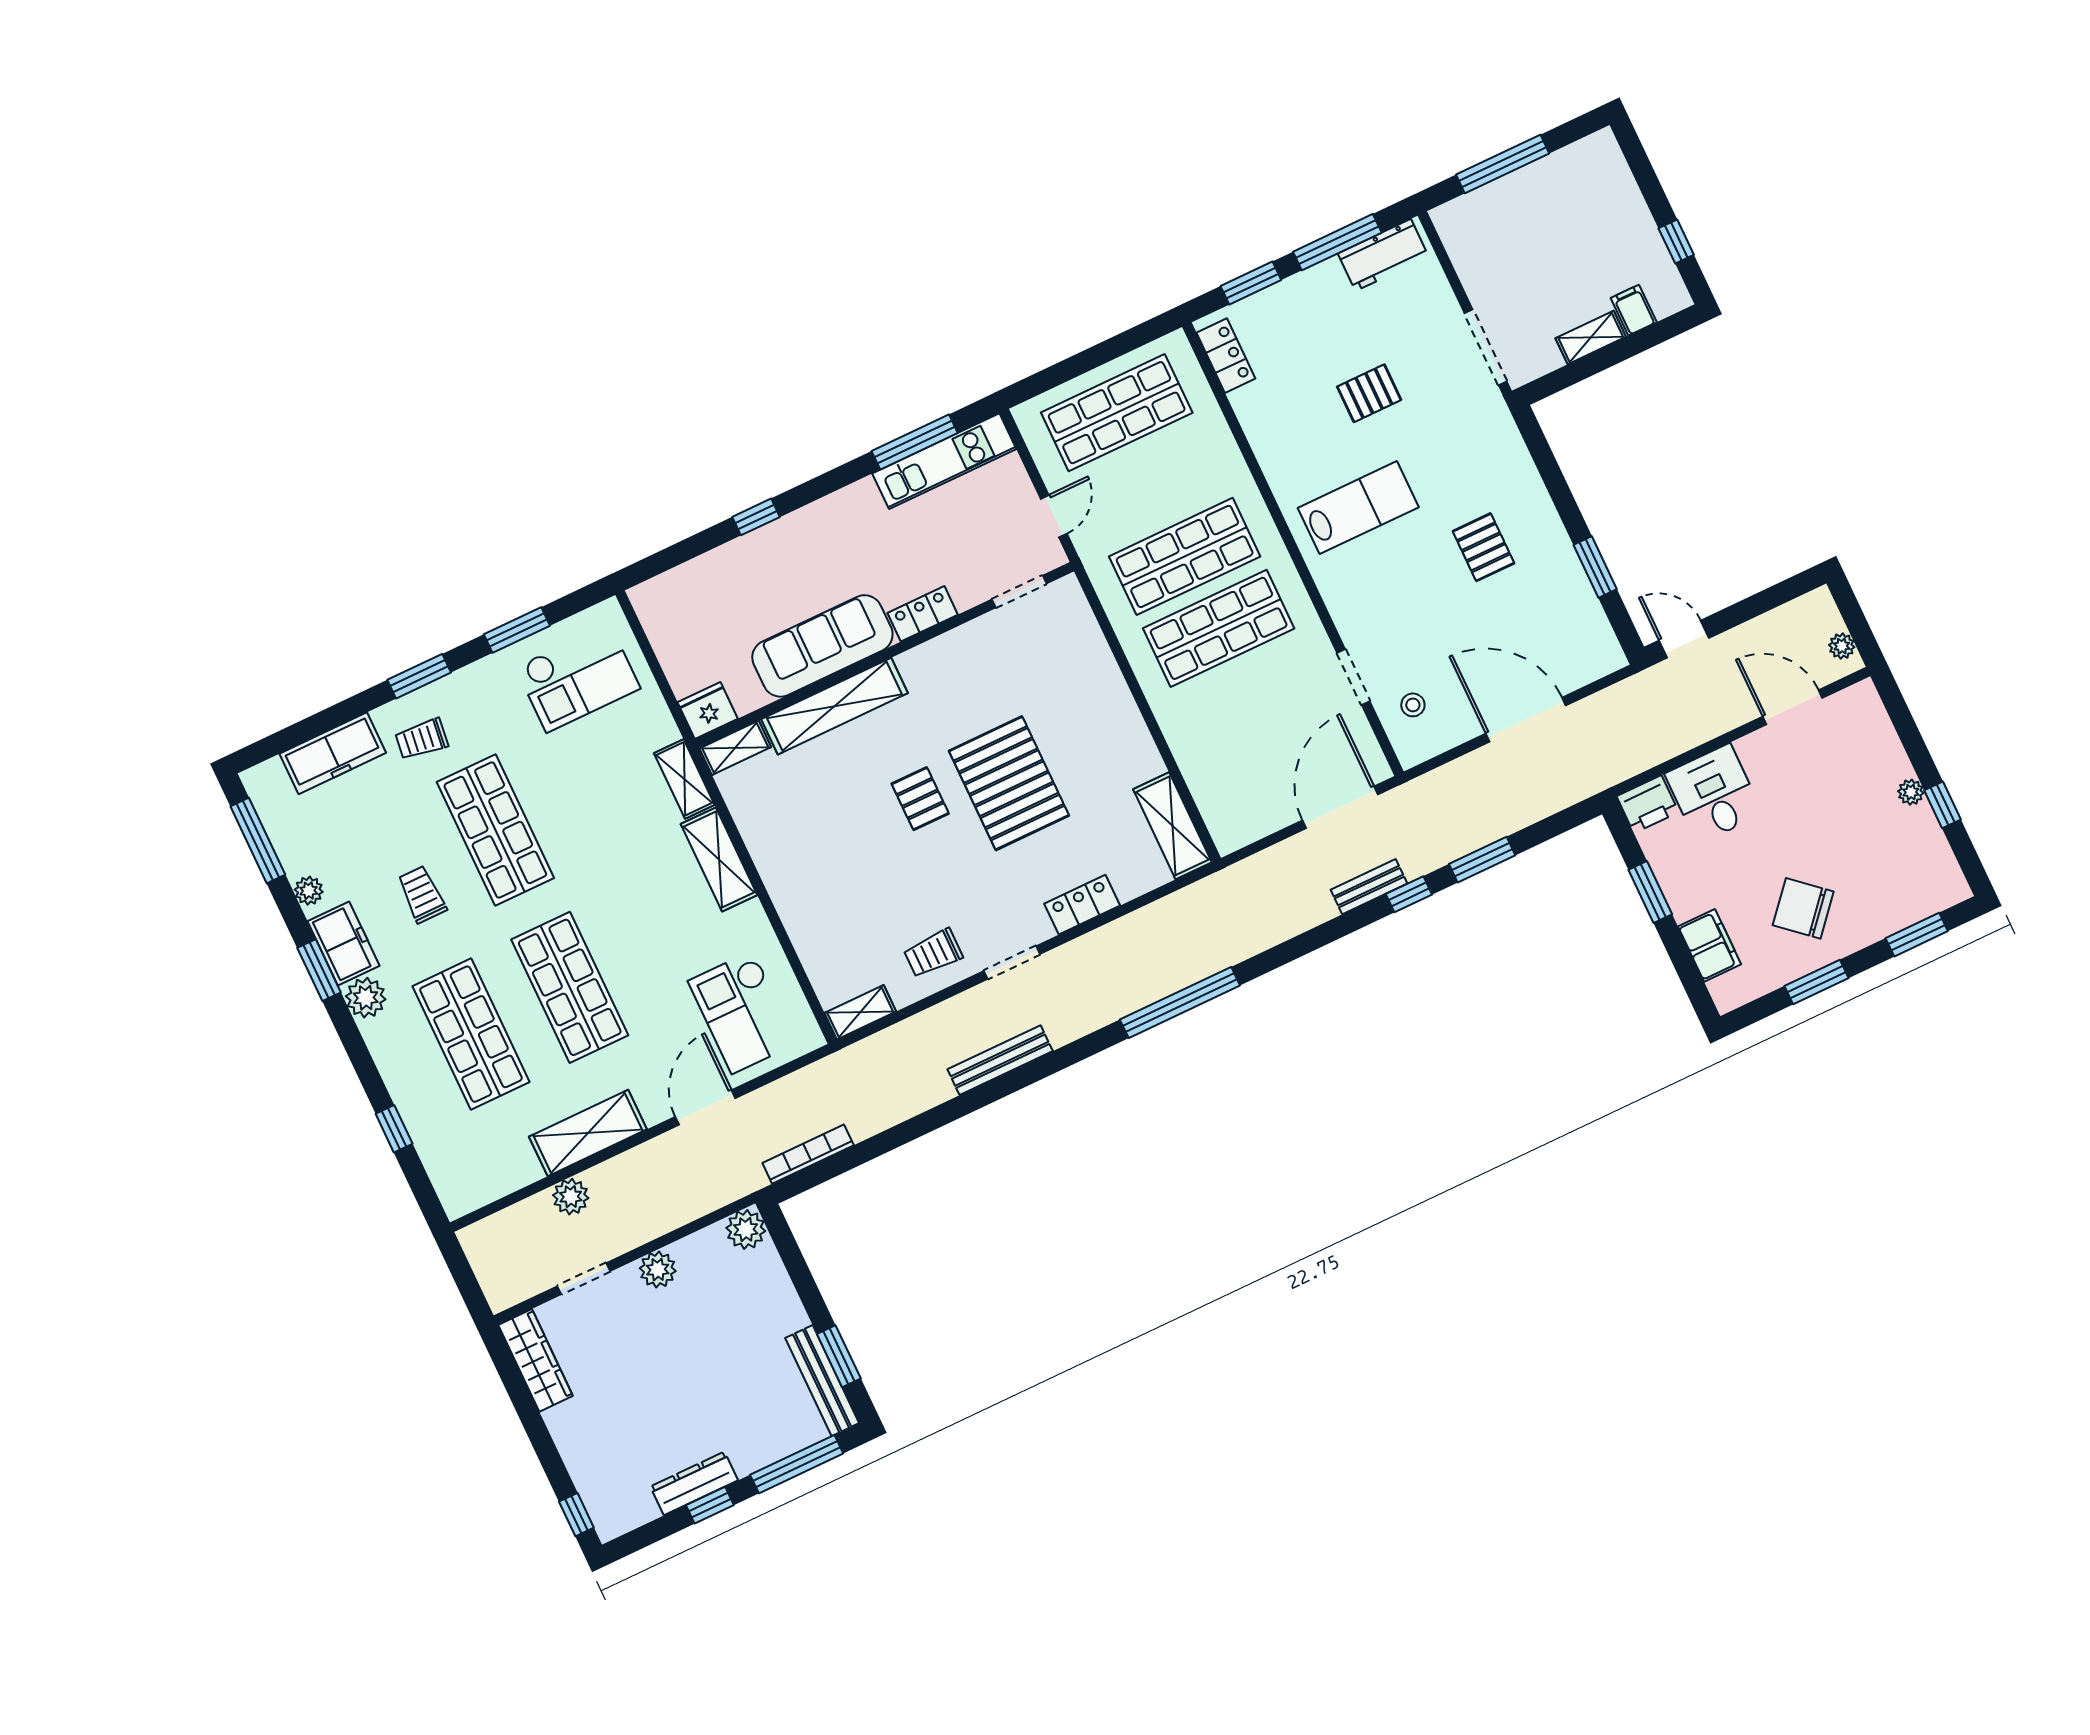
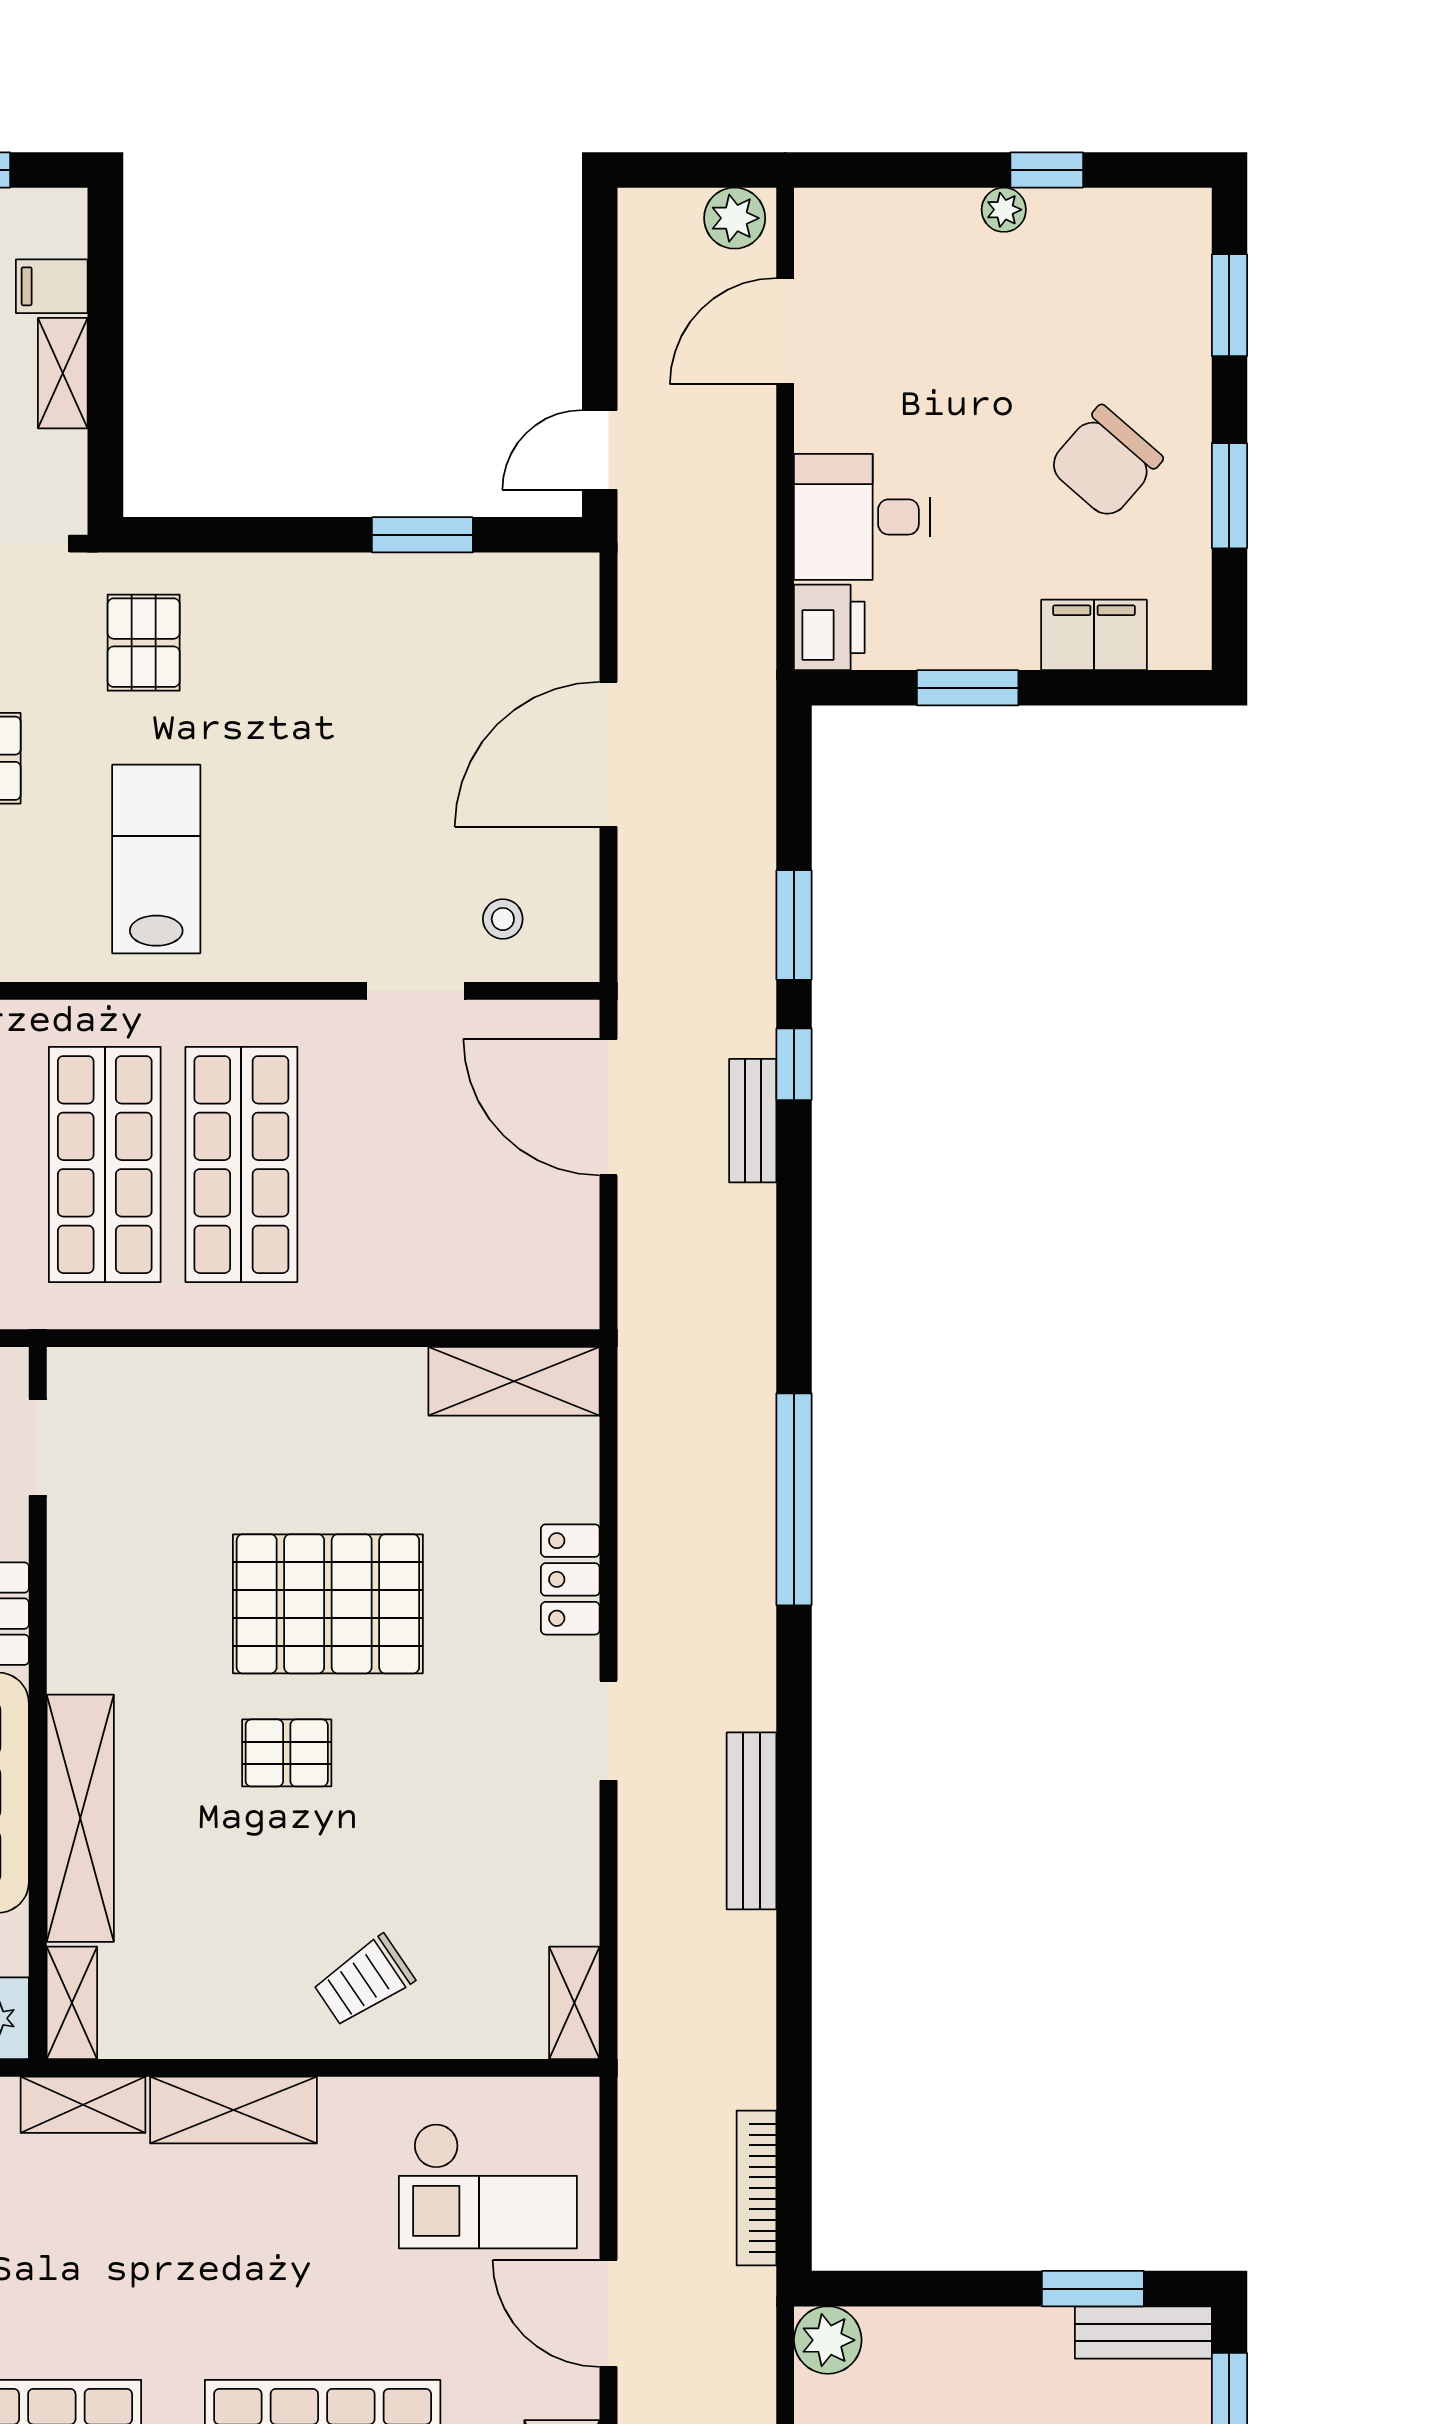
pallet: (1483, 547) -> (144, 643), moved, turned 90
plant: (1842, 646) -> (735, 218), width x1.38, depth x1.38
trolley: (933, 953) -> (364, 1981), moved, turned 56
bench: (822, 1381) -> (1143, 2332), width x0.73

